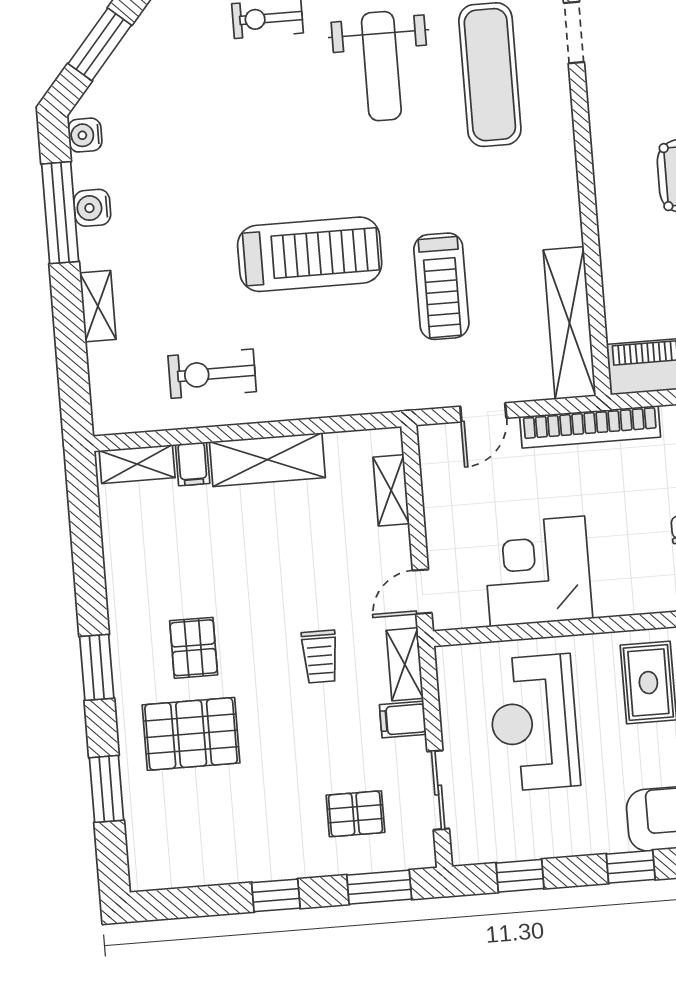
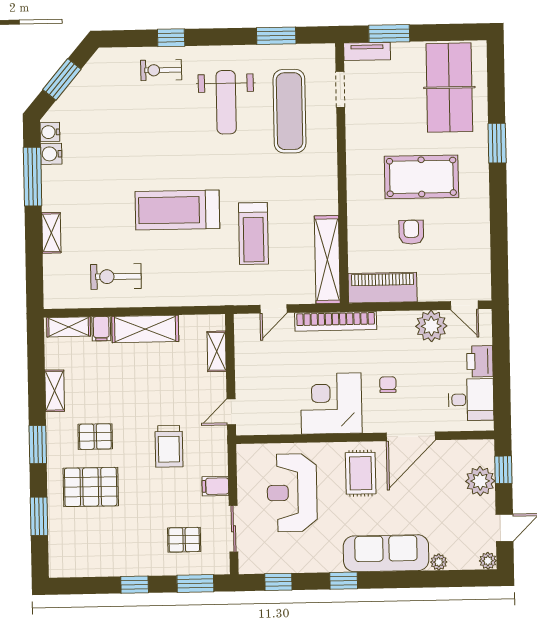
water cooler: (92, 208) -> (51, 154), moved
treadmill: (310, 254) -> (177, 210), turned 180
corner desk: (538, 571) -> (331, 403), moved
pallet: (194, 648) -> (95, 437), turned 90
trolley: (320, 657) -> (169, 446), width x1.36, depth x1.39
shelving: (405, 664) -> (55, 391), moved

